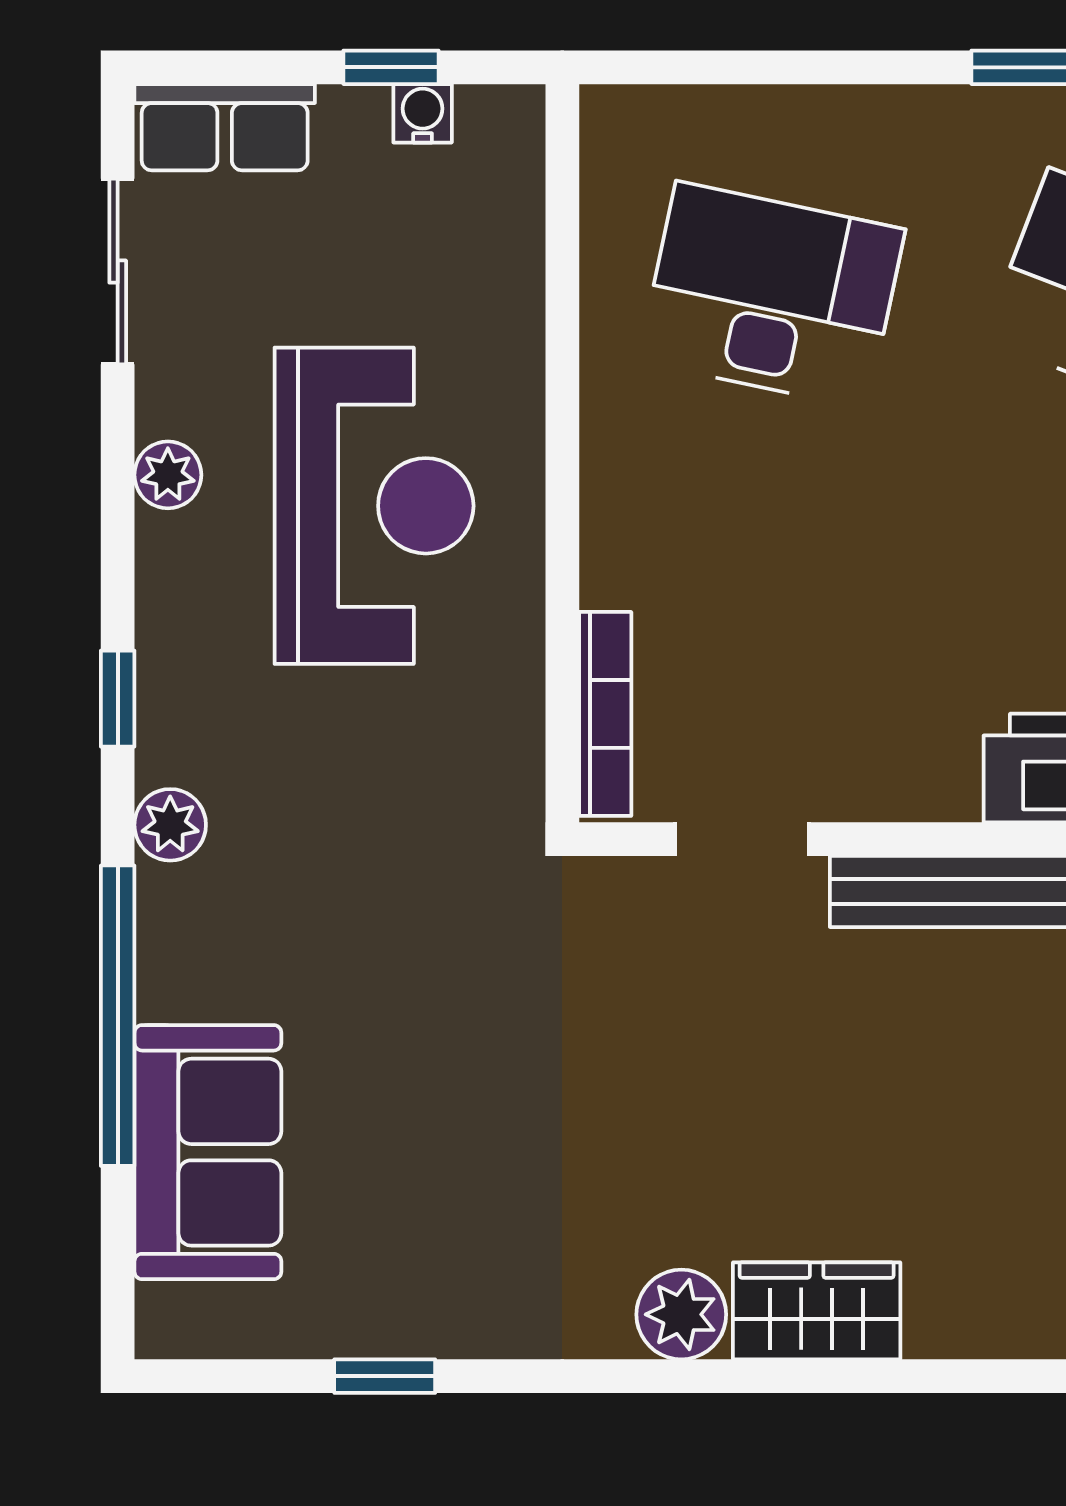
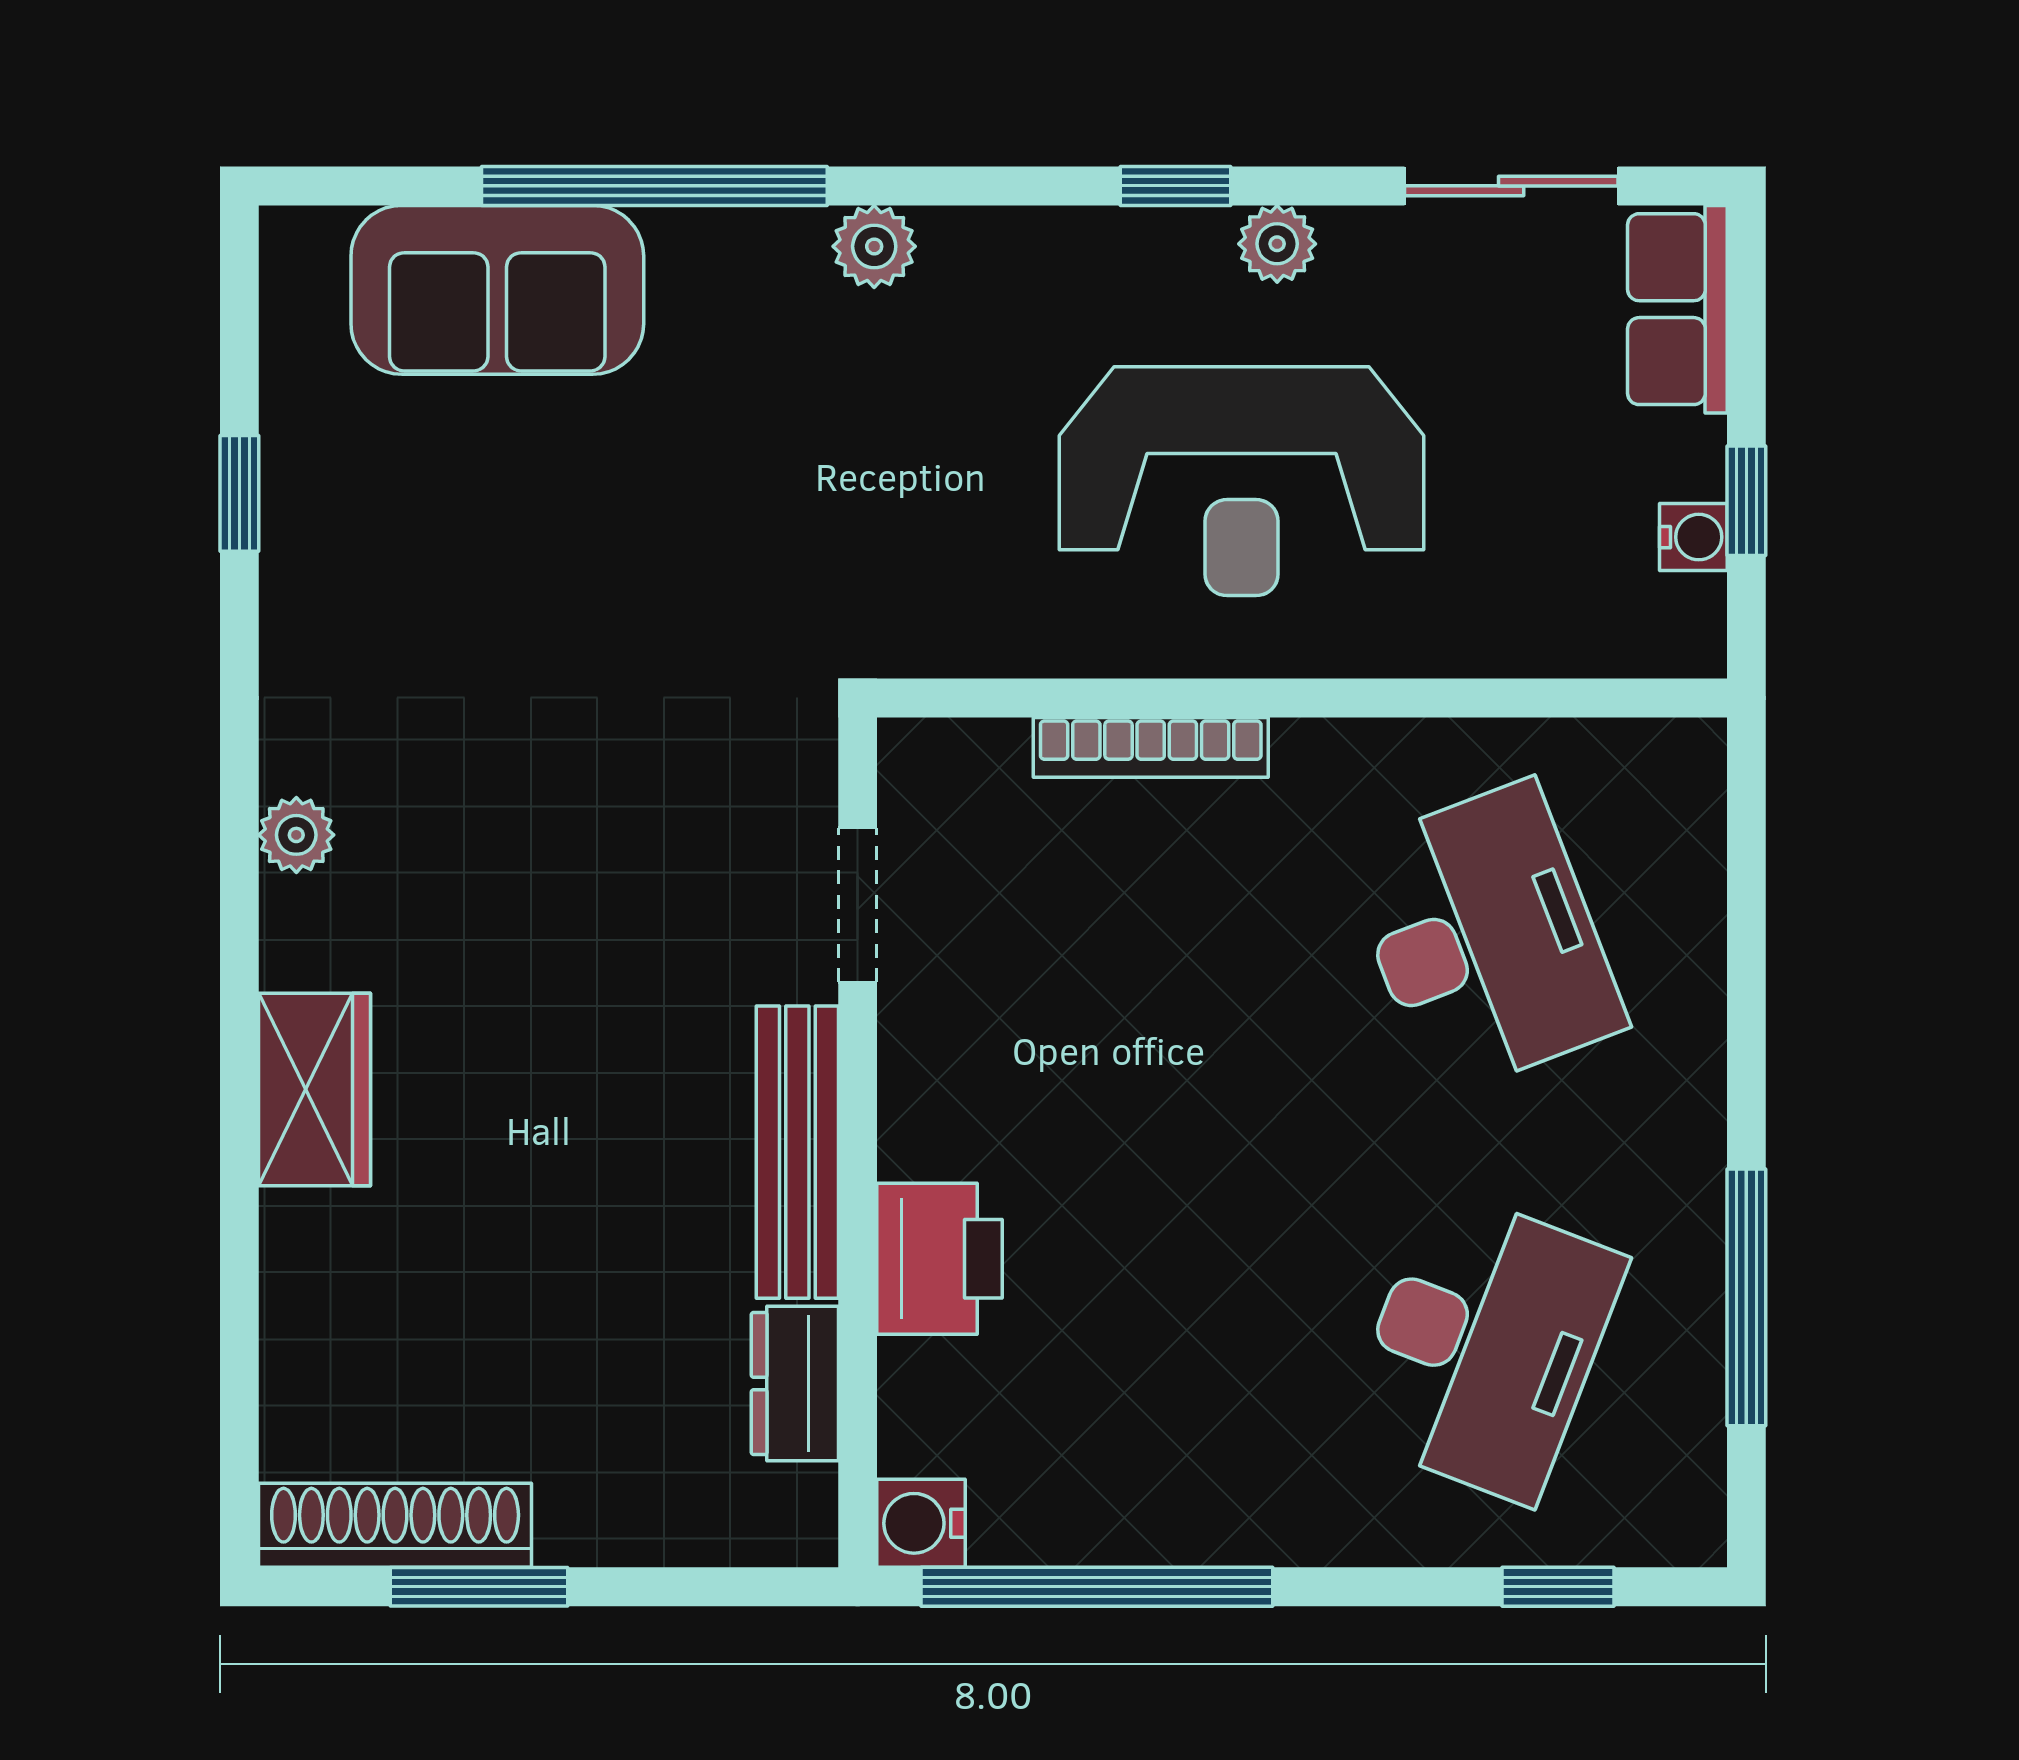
desk: (772, 295) -> (1484, 939), turned -33
window: (118, 699) -> (1176, 186), moved
bookcase: (605, 714) -> (1151, 747), moved
wardrobe: (817, 1311) -> (315, 1089), moved
plant: (681, 1314) -> (296, 835), width x0.73, depth x0.73

